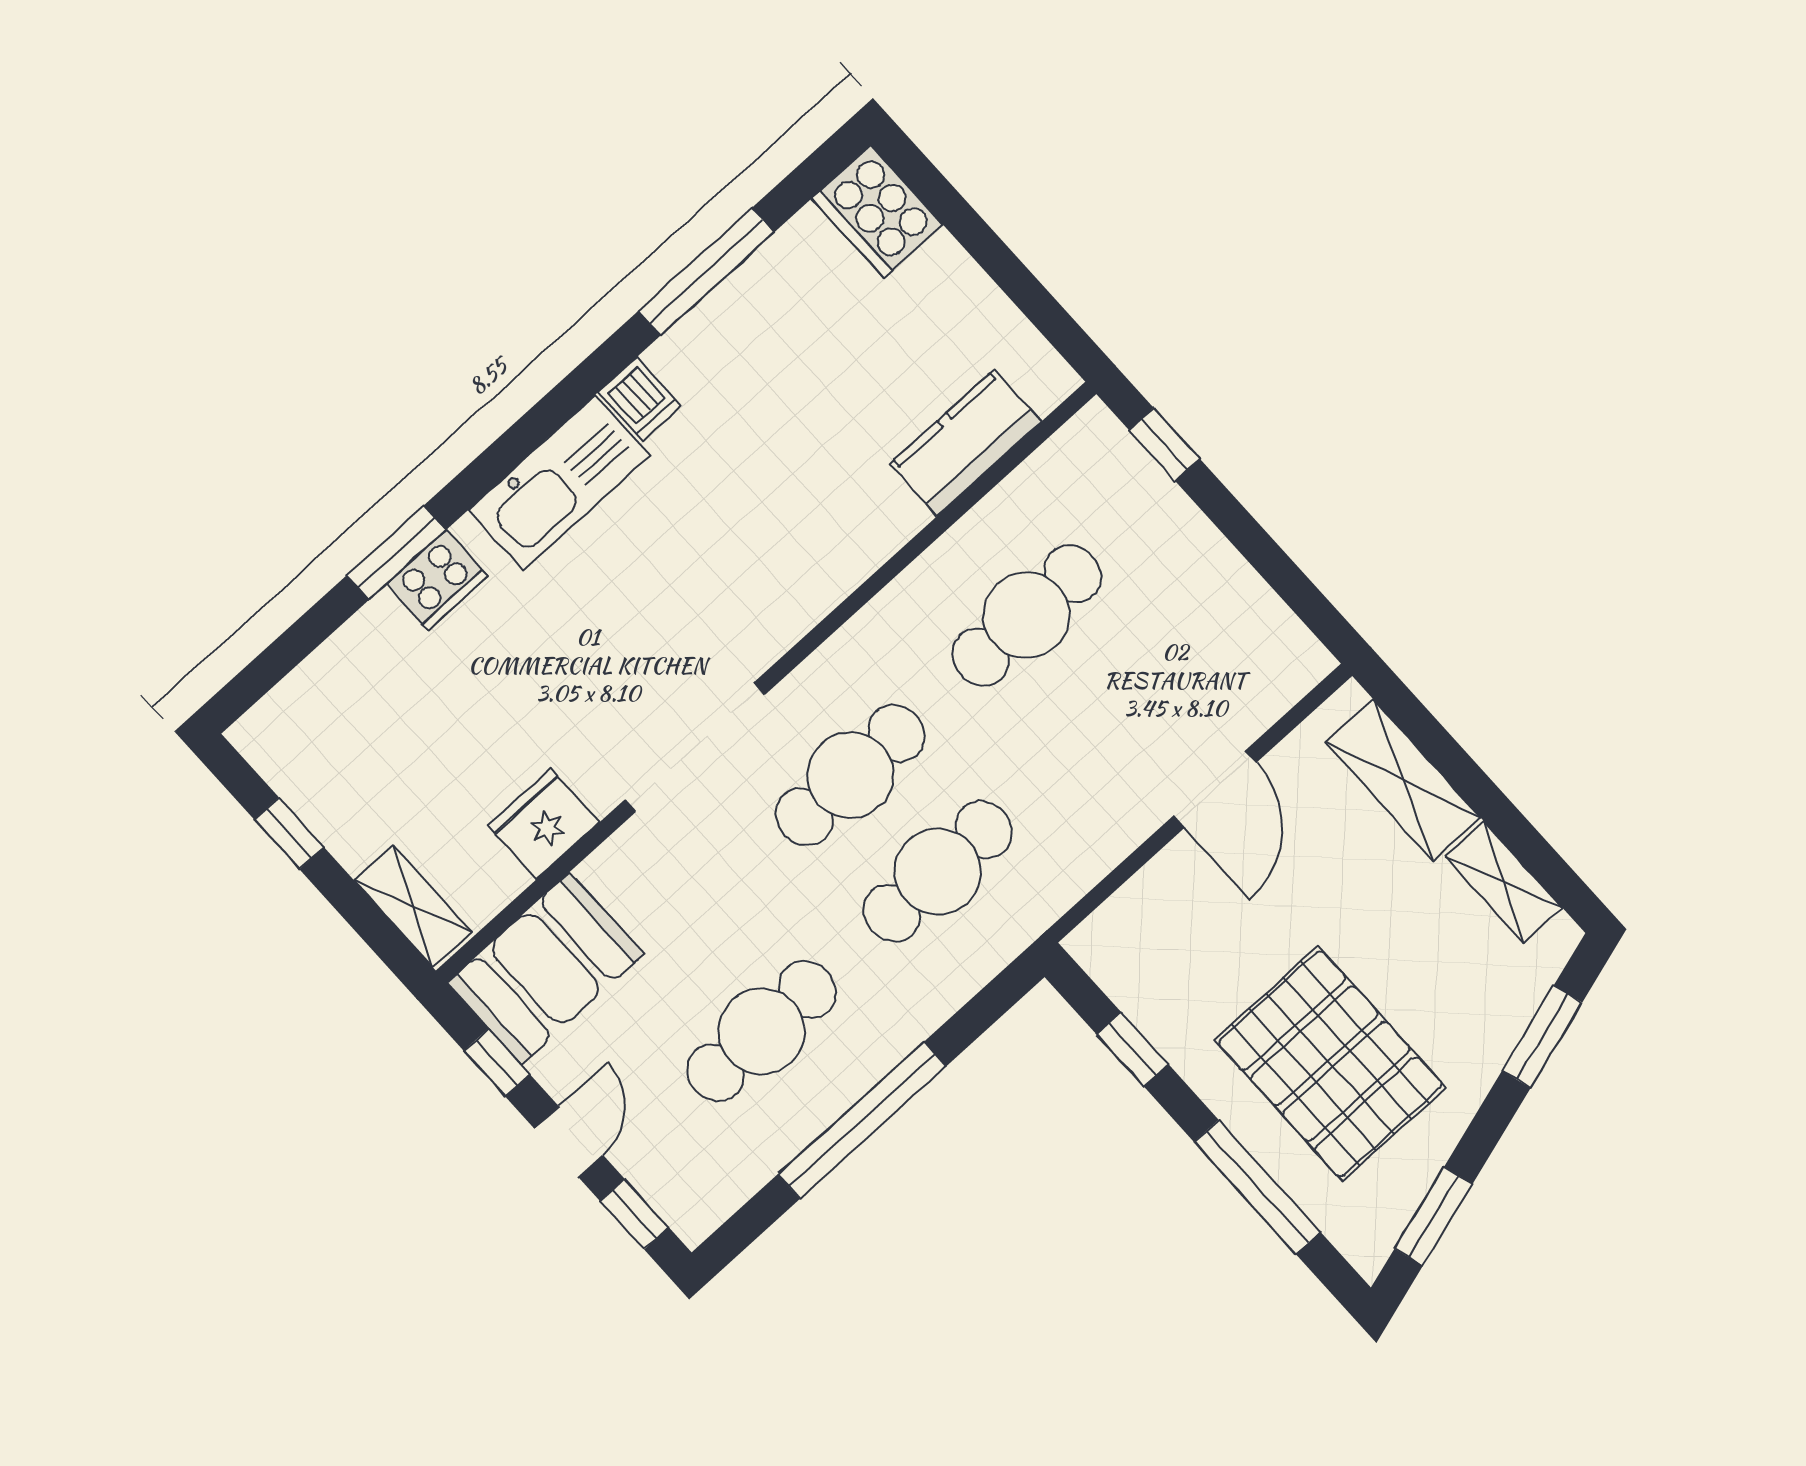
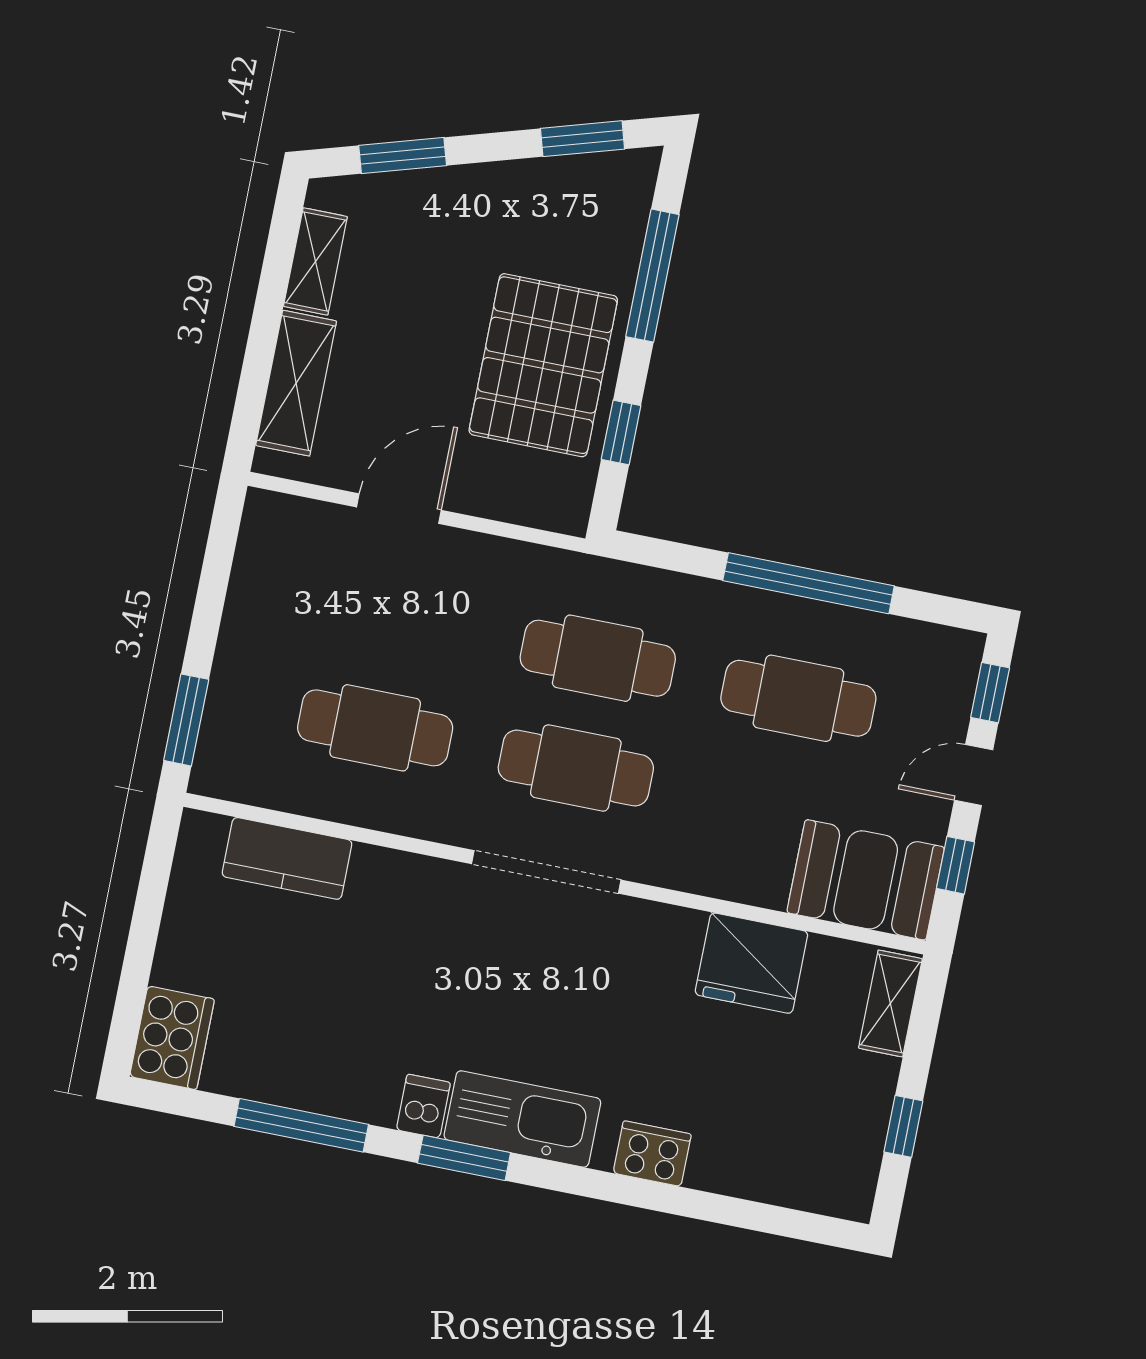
window: (1164, 444) -> (186, 720), width x1.50
window: (396, 553) -> (464, 1158), moved
doorway: (695, 747) -> (546, 872), moved
fridge: (544, 824) -> (751, 963), width x1.36, depth x1.34
pallet: (1330, 1064) -> (543, 365), moved

